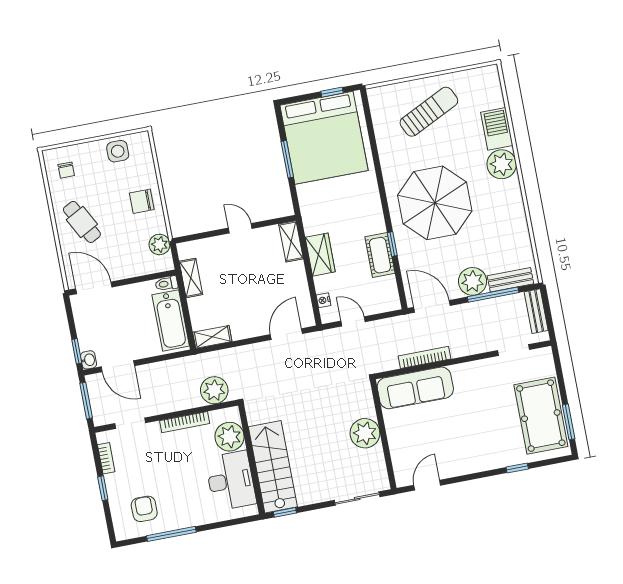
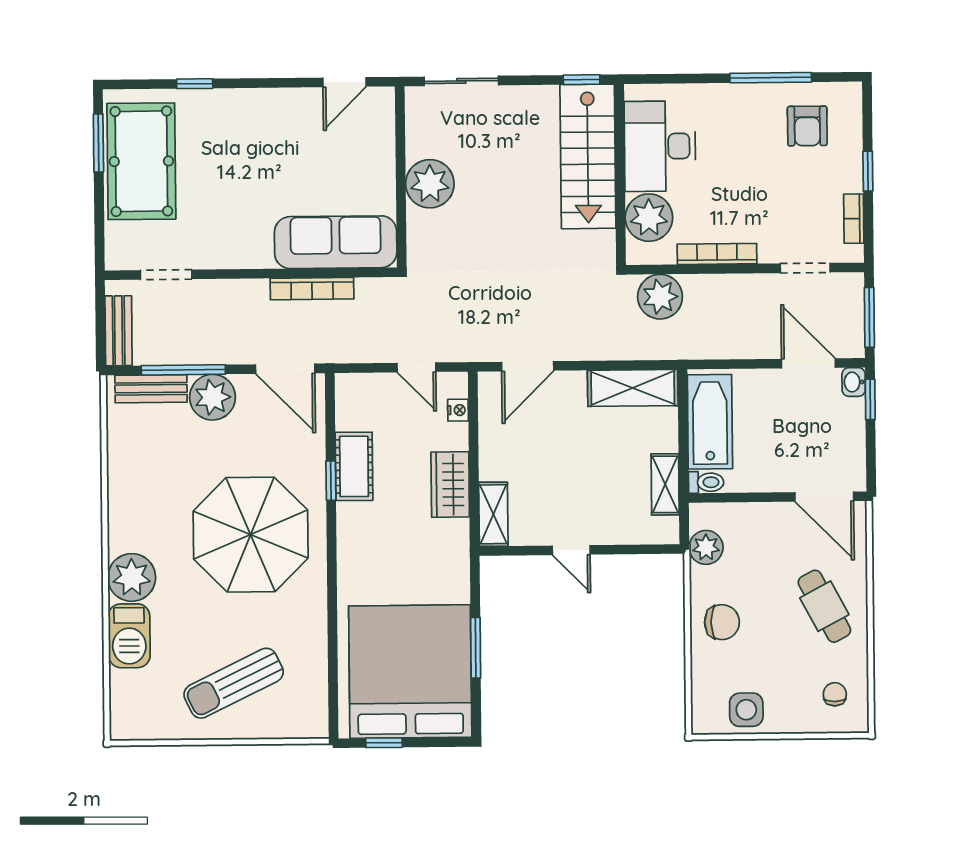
shelving: (212, 337) -> (633, 388), width x1.50, depth x1.33

